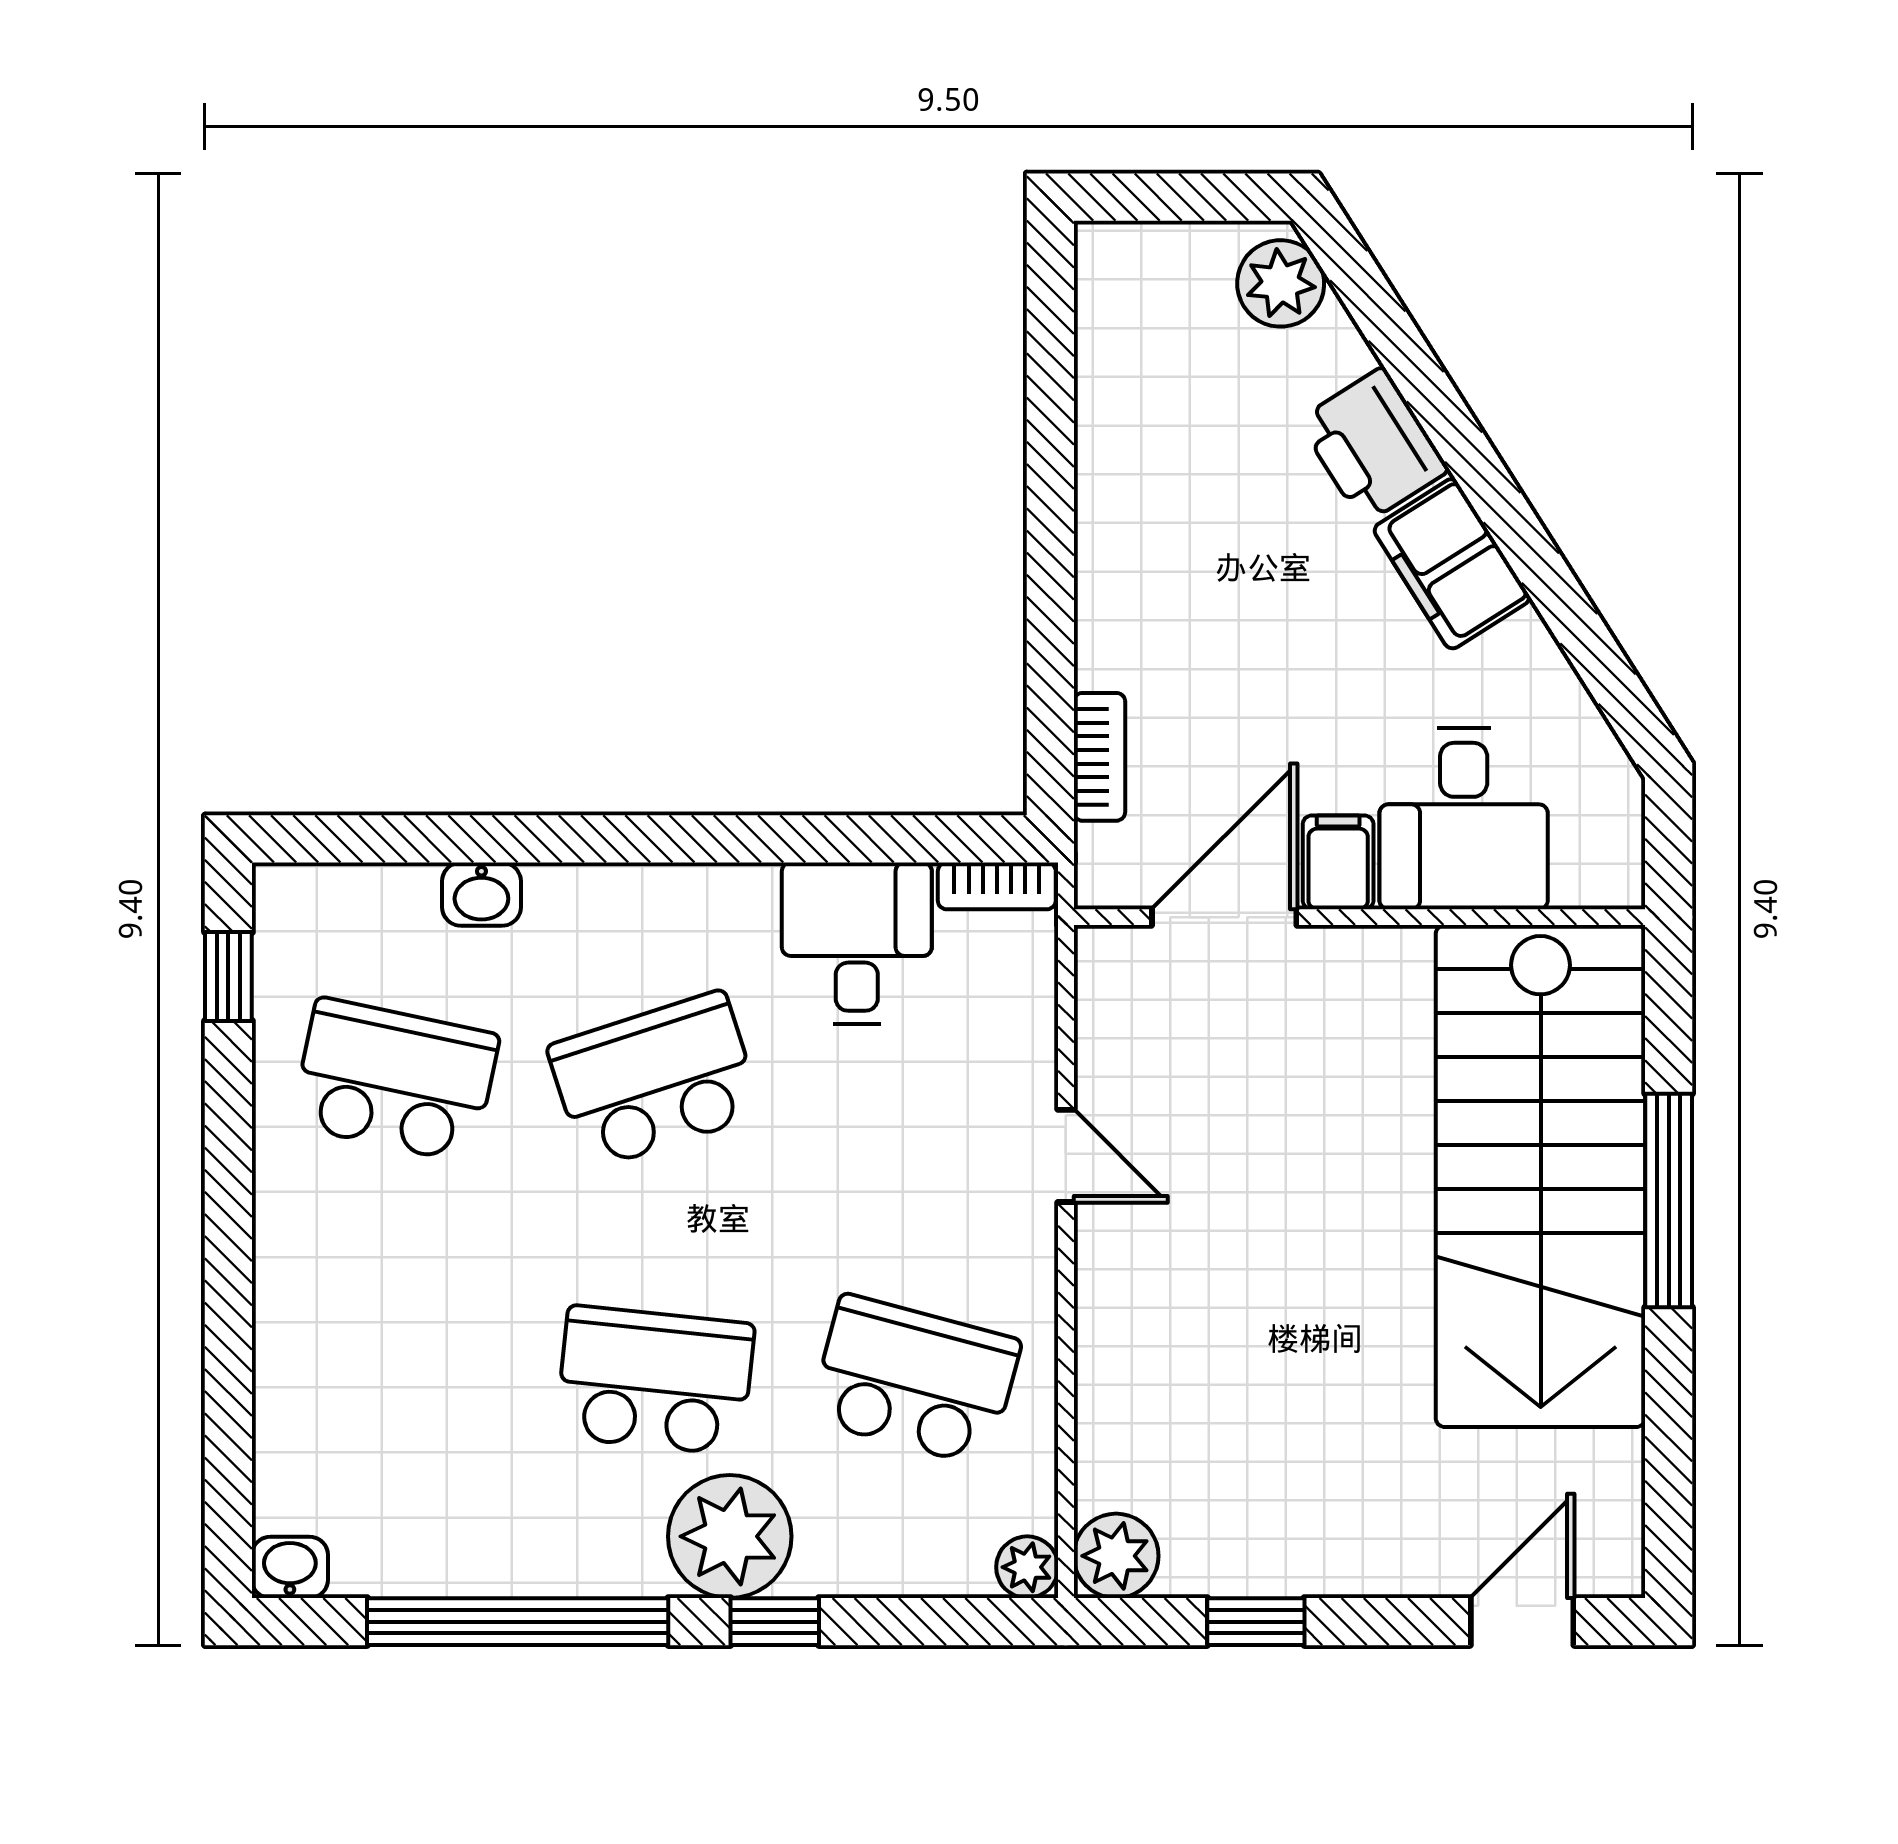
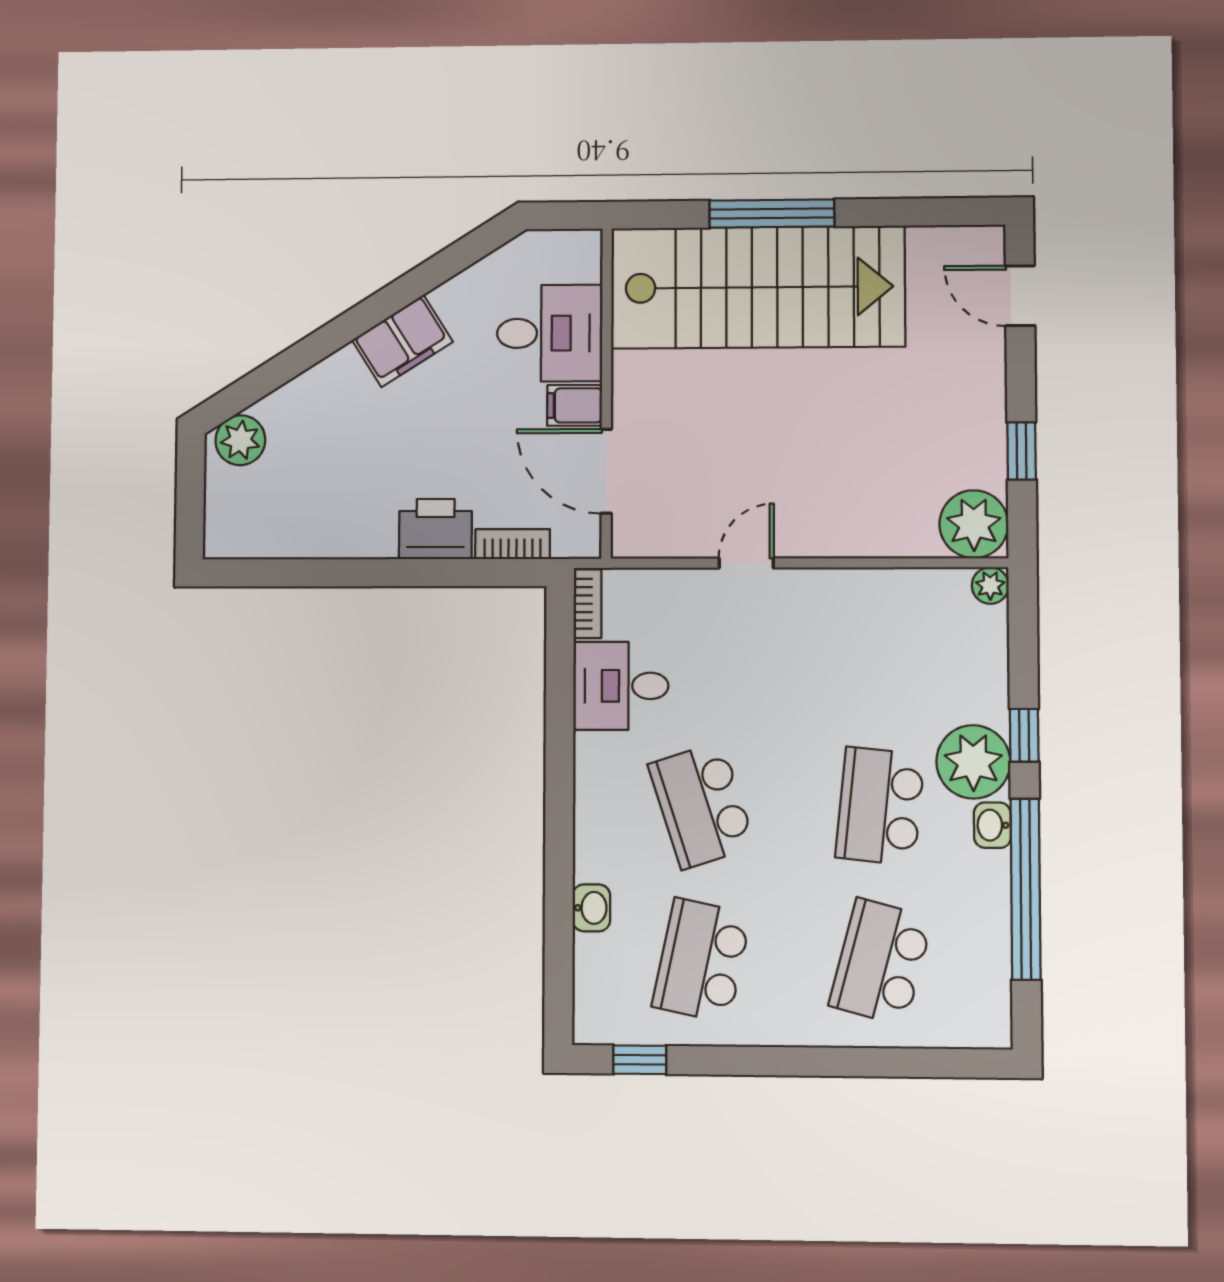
printer: (1373, 445) -> (435, 529), moved, turned -148
school desk: (915, 1380) -> (881, 962), moved
plant: (1116, 1556) -> (974, 524), width x1.36, depth x1.36
washbasin: (290, 1567) -> (992, 825), moved

